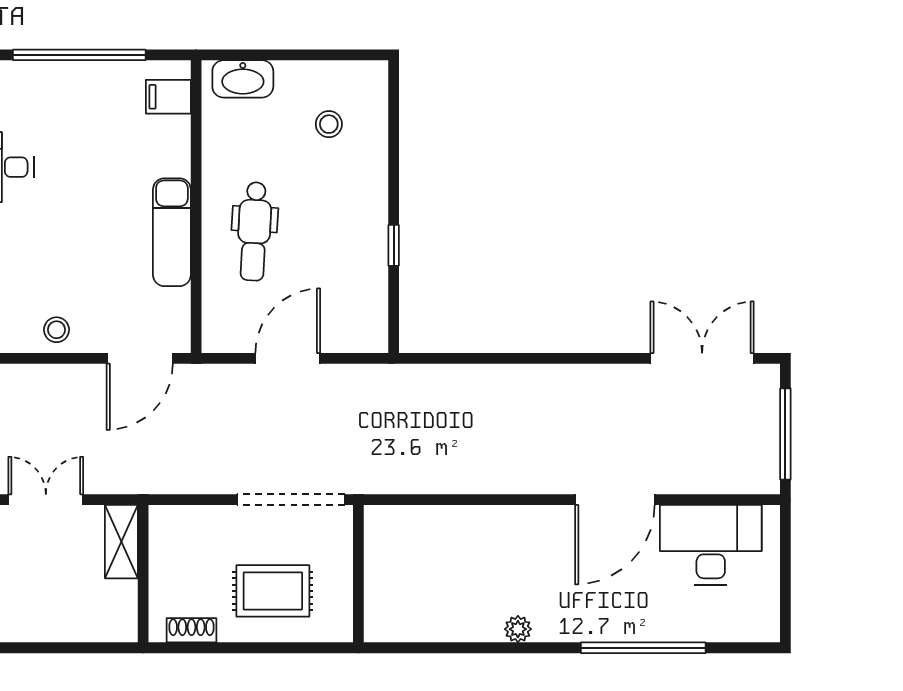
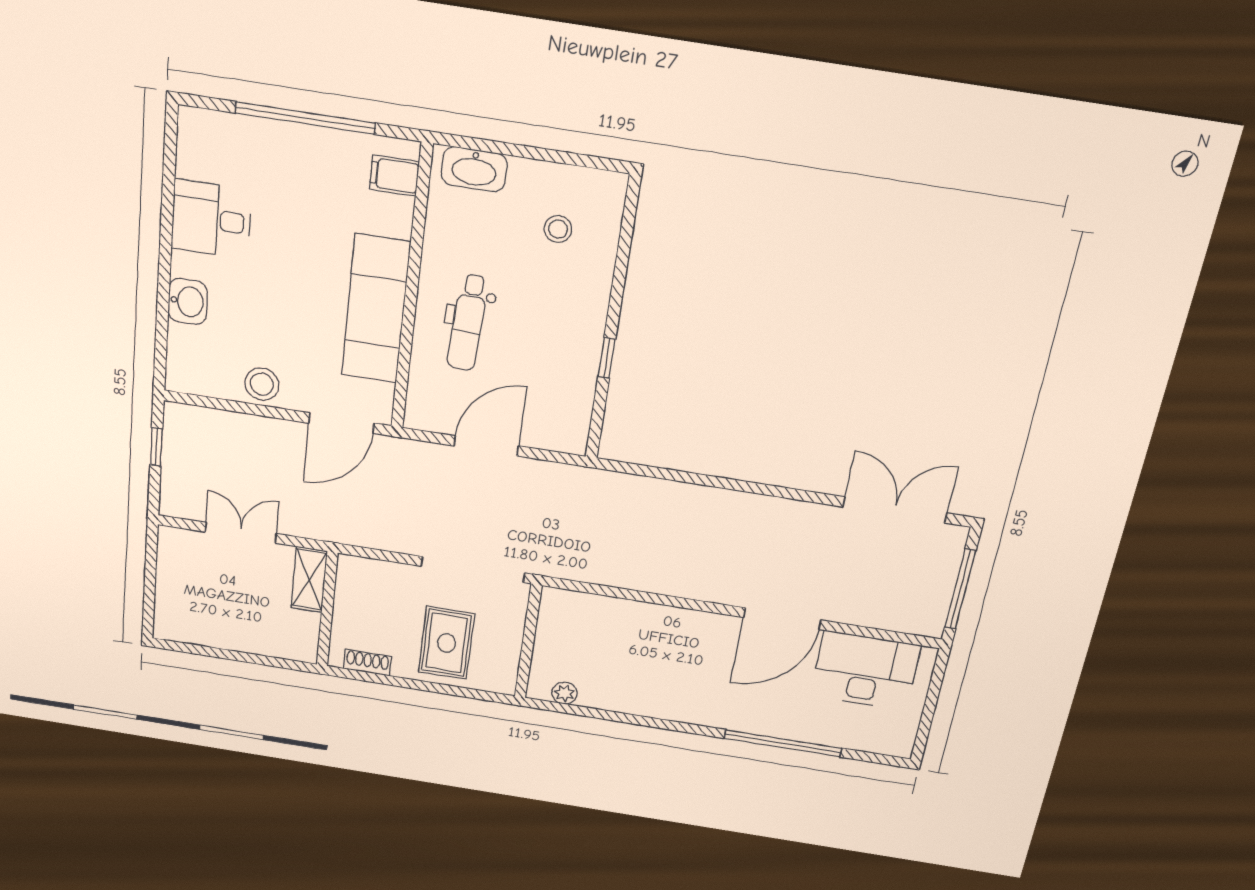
exam couch: (172, 232) -> (376, 309), width x1.36, depth x1.45
stool: (57, 330) -> (262, 384), width x1.37, depth x1.37
rug: (273, 591) -> (446, 643), turned 90
plant: (518, 629) -> (564, 693), moved

